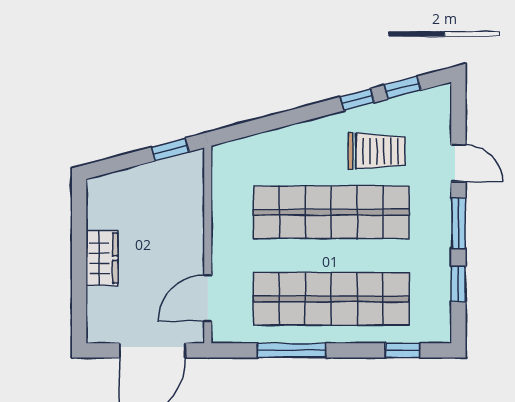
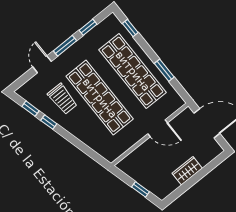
window: (170, 150) -> (140, 189), moved
trolley: (377, 151) -> (62, 99), turned 180
door: (208, 298) -> (158, 128), moved
window: (292, 350) -> (164, 70), width x0.69

